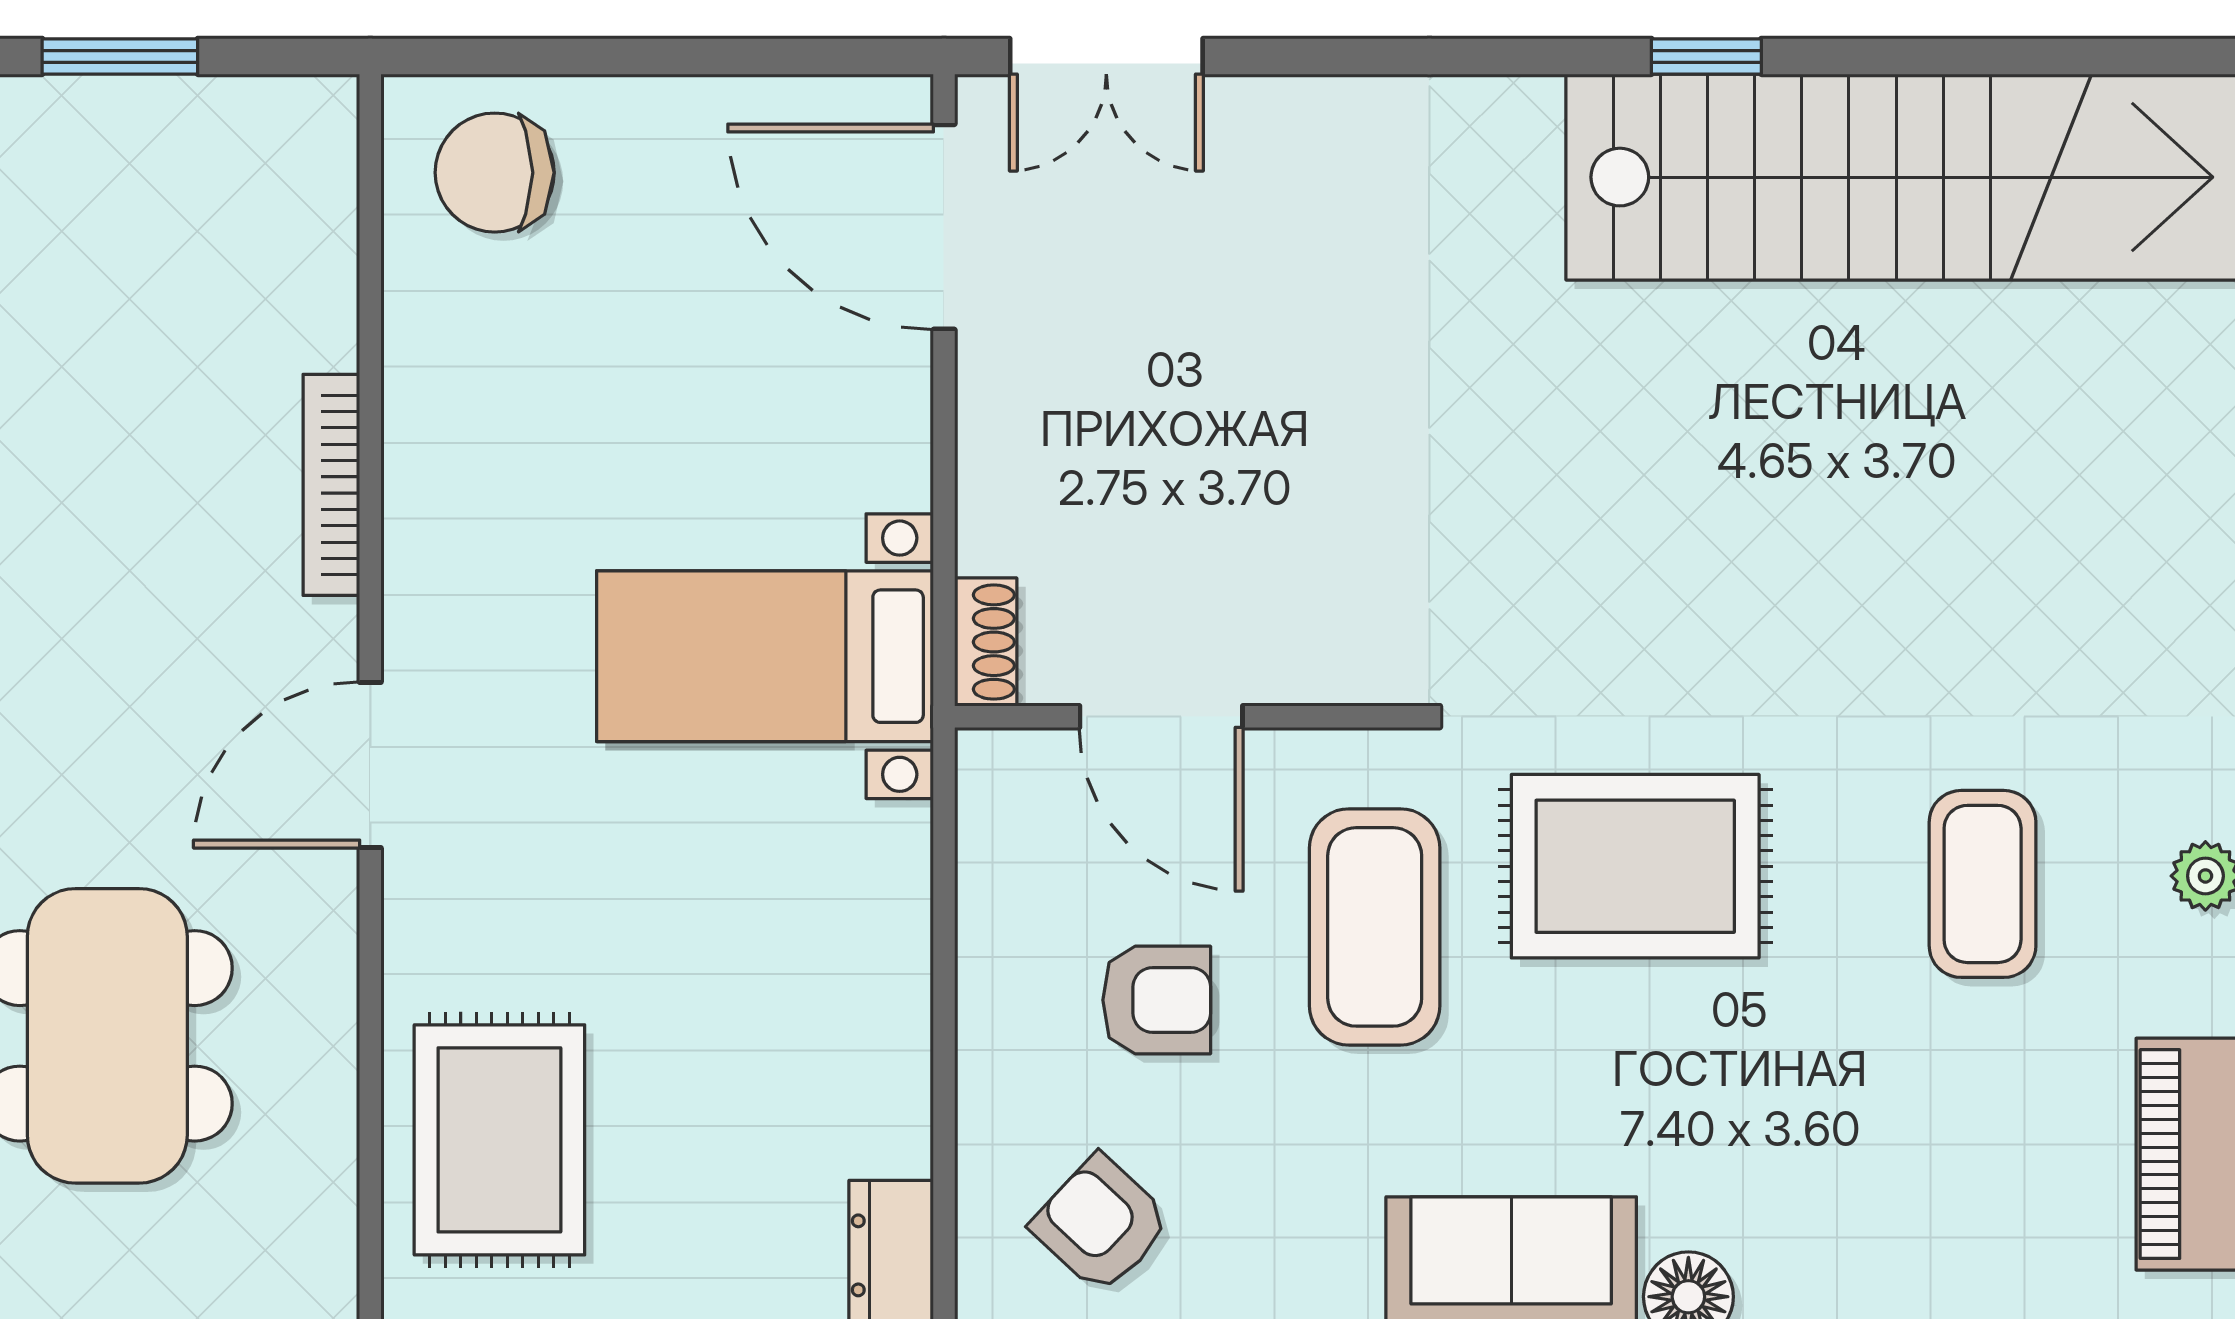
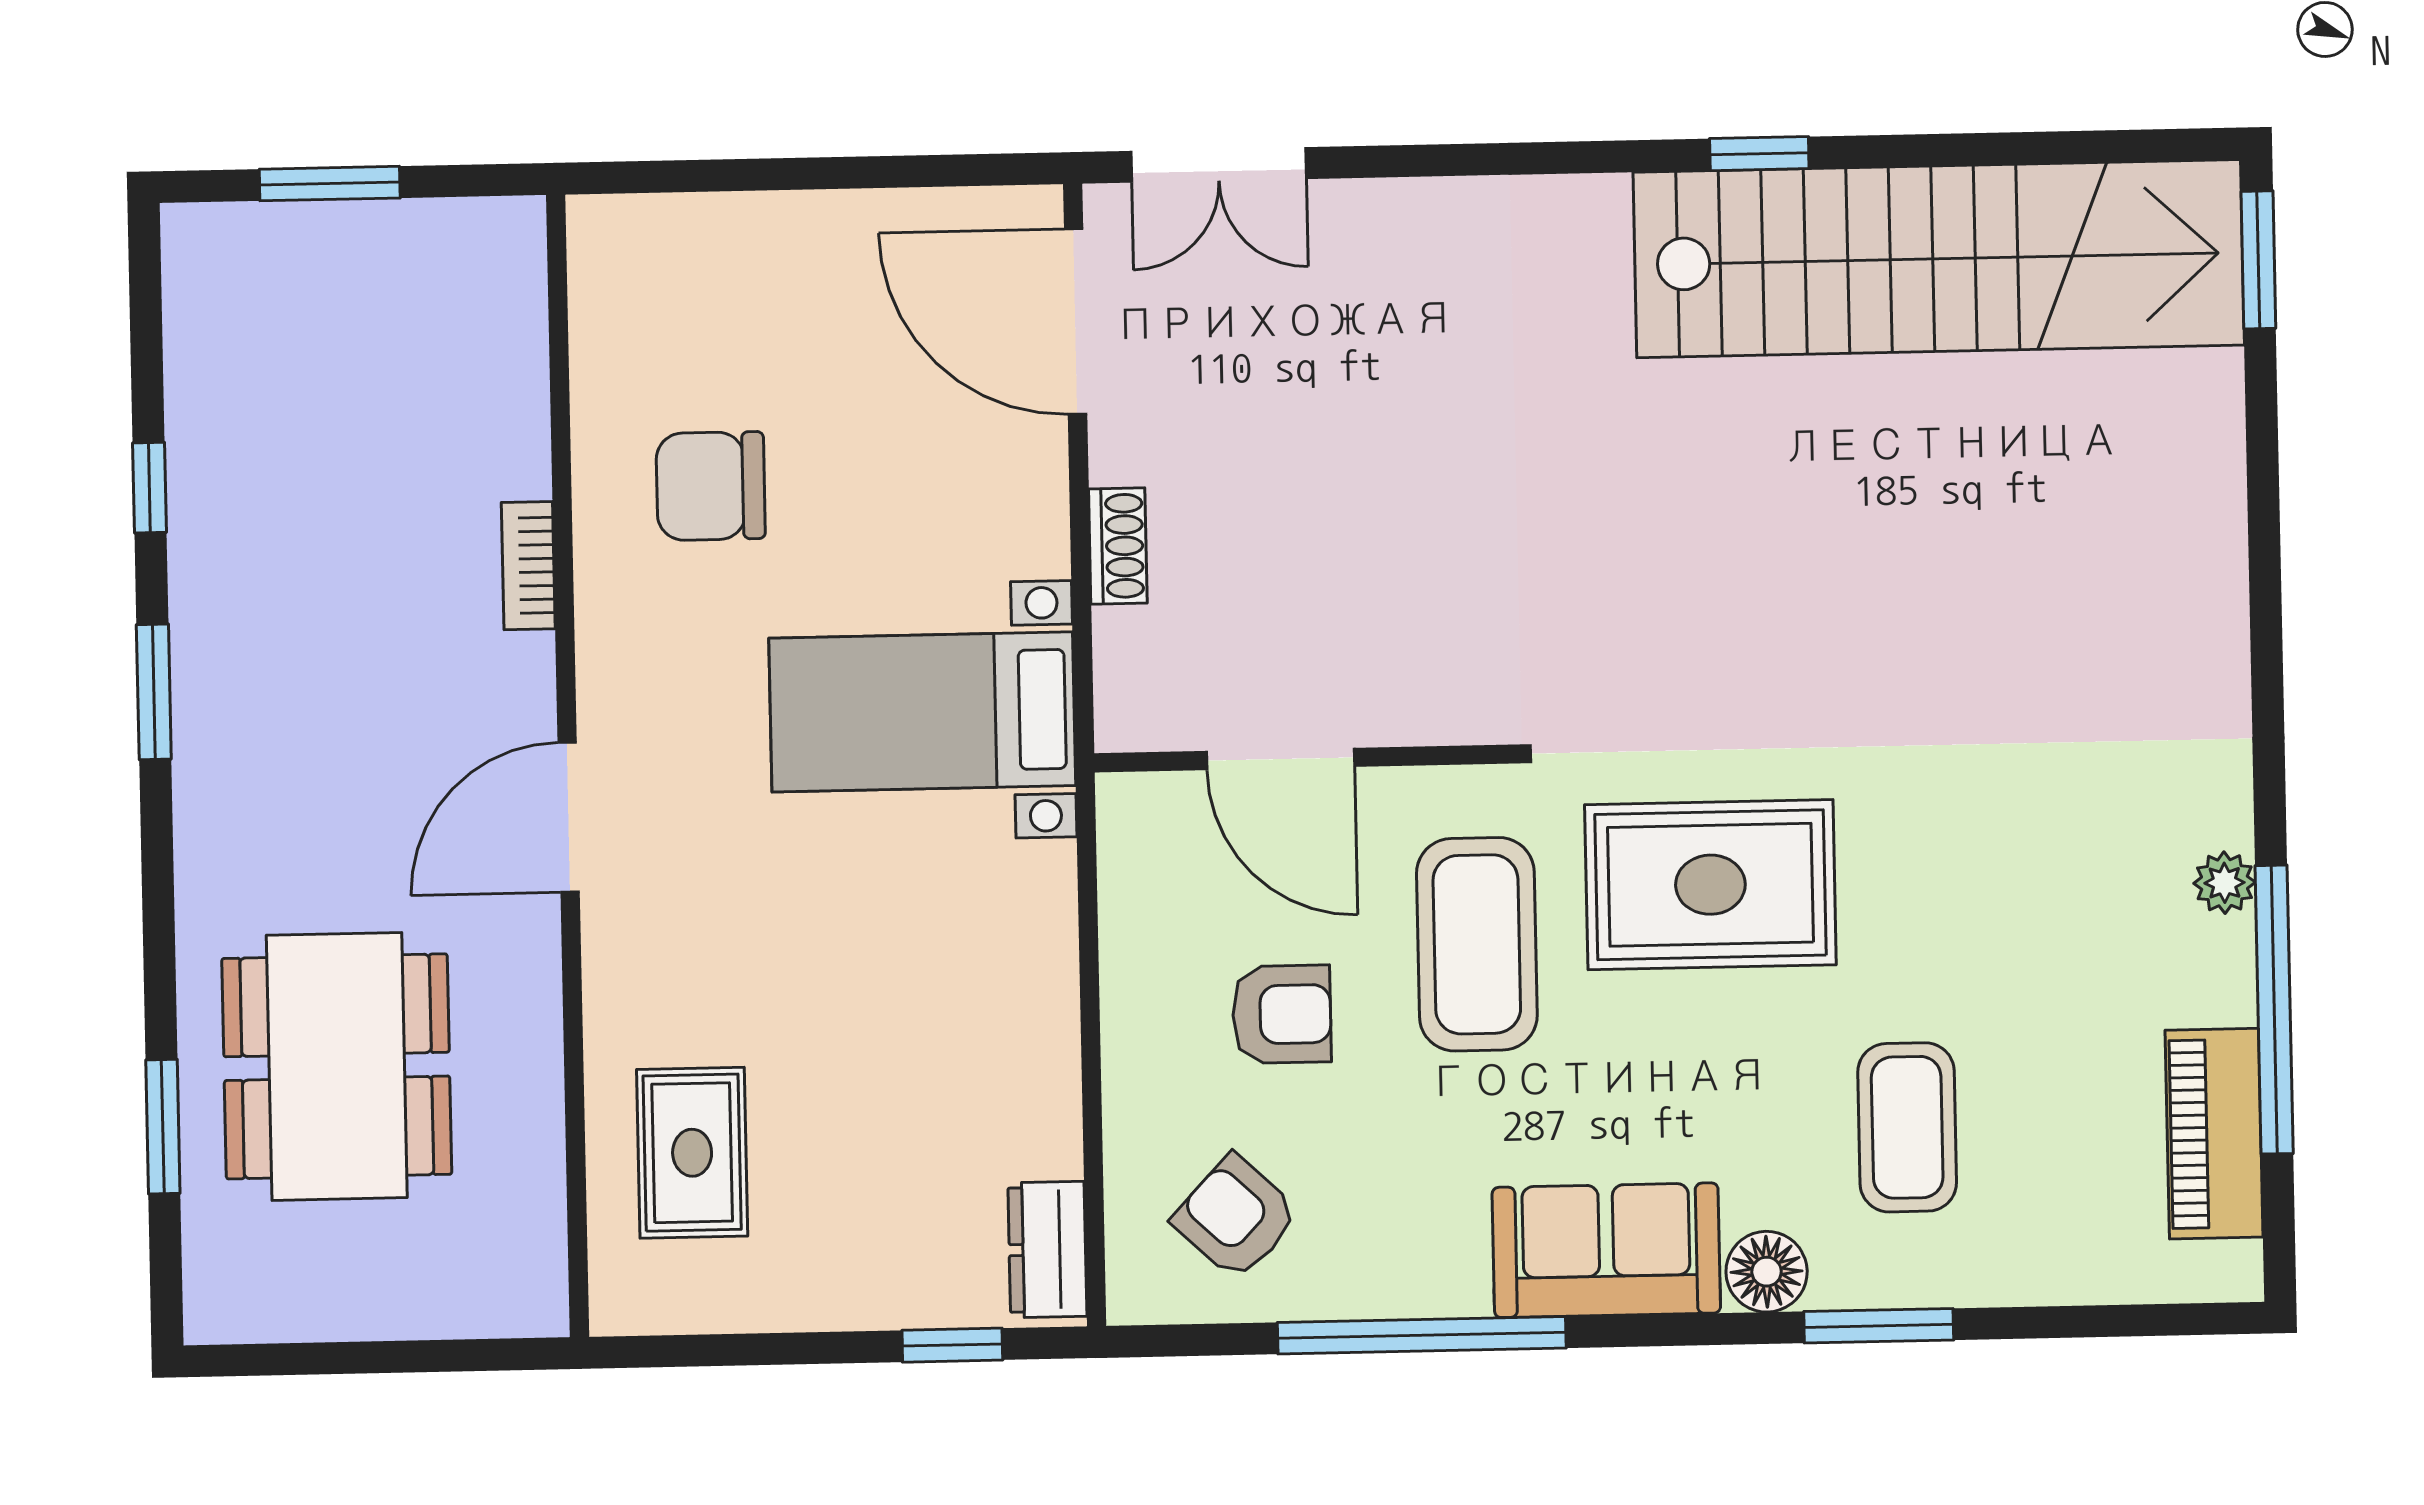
chair: (495, 173) -> (711, 486), moved
bookcase: (331, 485) -> (528, 566), width x0.64
shoe rack: (986, 642) -> (1118, 546), moved
coffee table: (1983, 884) -> (1907, 1127), moved
rug: (499, 1140) -> (692, 1153), width x0.73, depth x0.70

